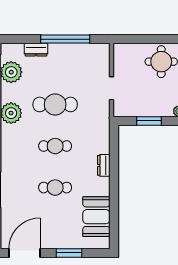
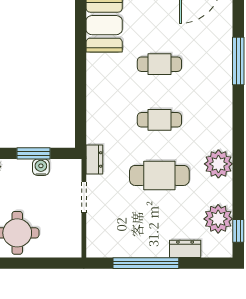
water cooler: (144, 111) -> (41, 167), added
dresser: (104, 165) -> (94, 159), moved

